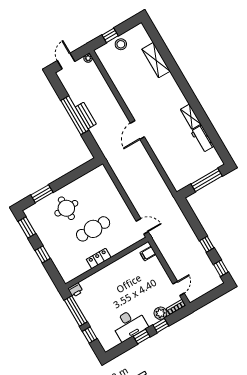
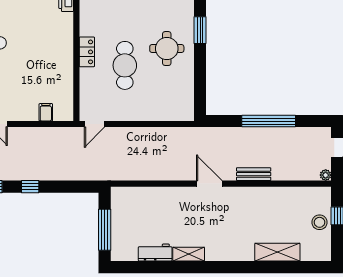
bench: (86, 116) -> (254, 174), moved
filing cabinet: (148, 254) -> (46, 112), moved

